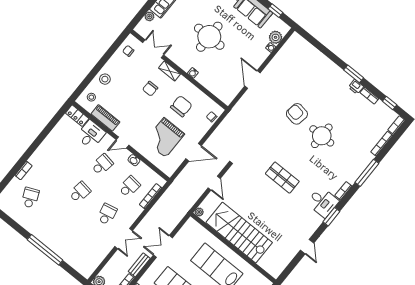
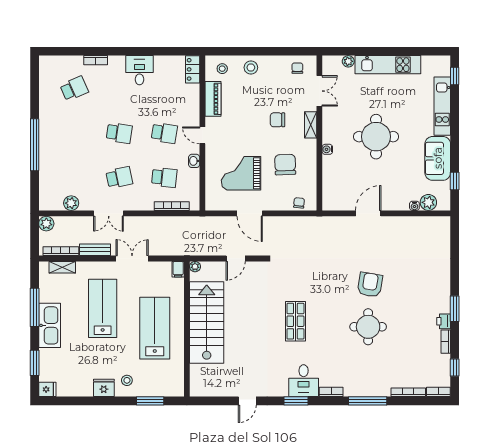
chair: (181, 106) -> (285, 165), turned -92
desk: (91, 135) -> (139, 70), moved, turned -90
filing cabinet: (192, 224) -> (178, 269), added
plant: (99, 256) -> (71, 203), added

